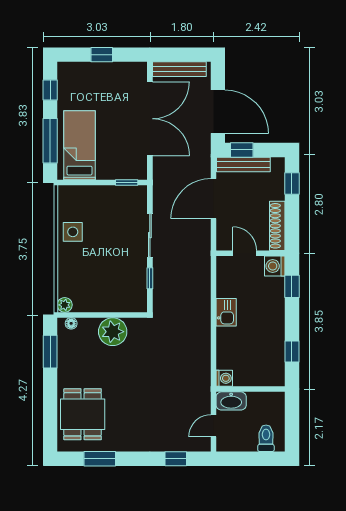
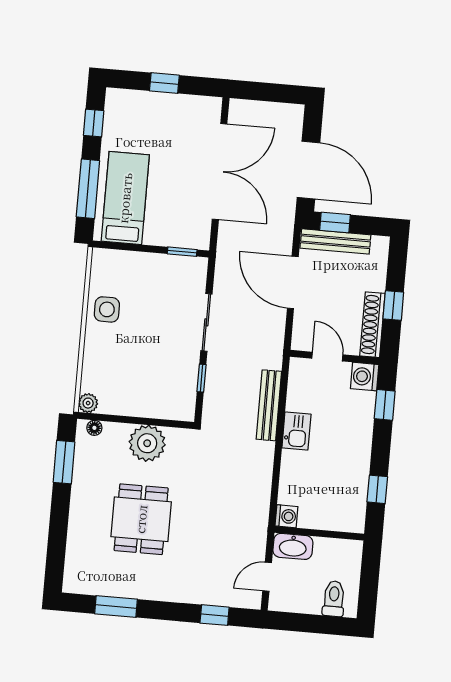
bench: (179, 69) -> (269, 405), moved, turned 90
window: (292, 184) -> (393, 305), moved
door: (213, 199) -> (293, 282), hinge flipped
dining table: (83, 414) -> (141, 519), moved

